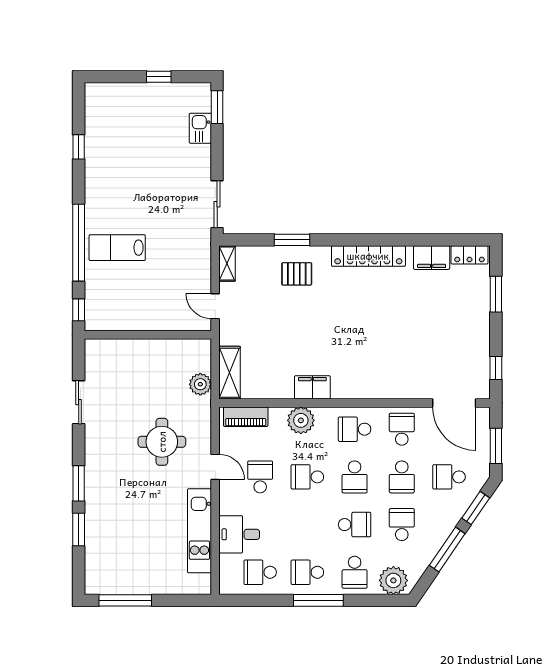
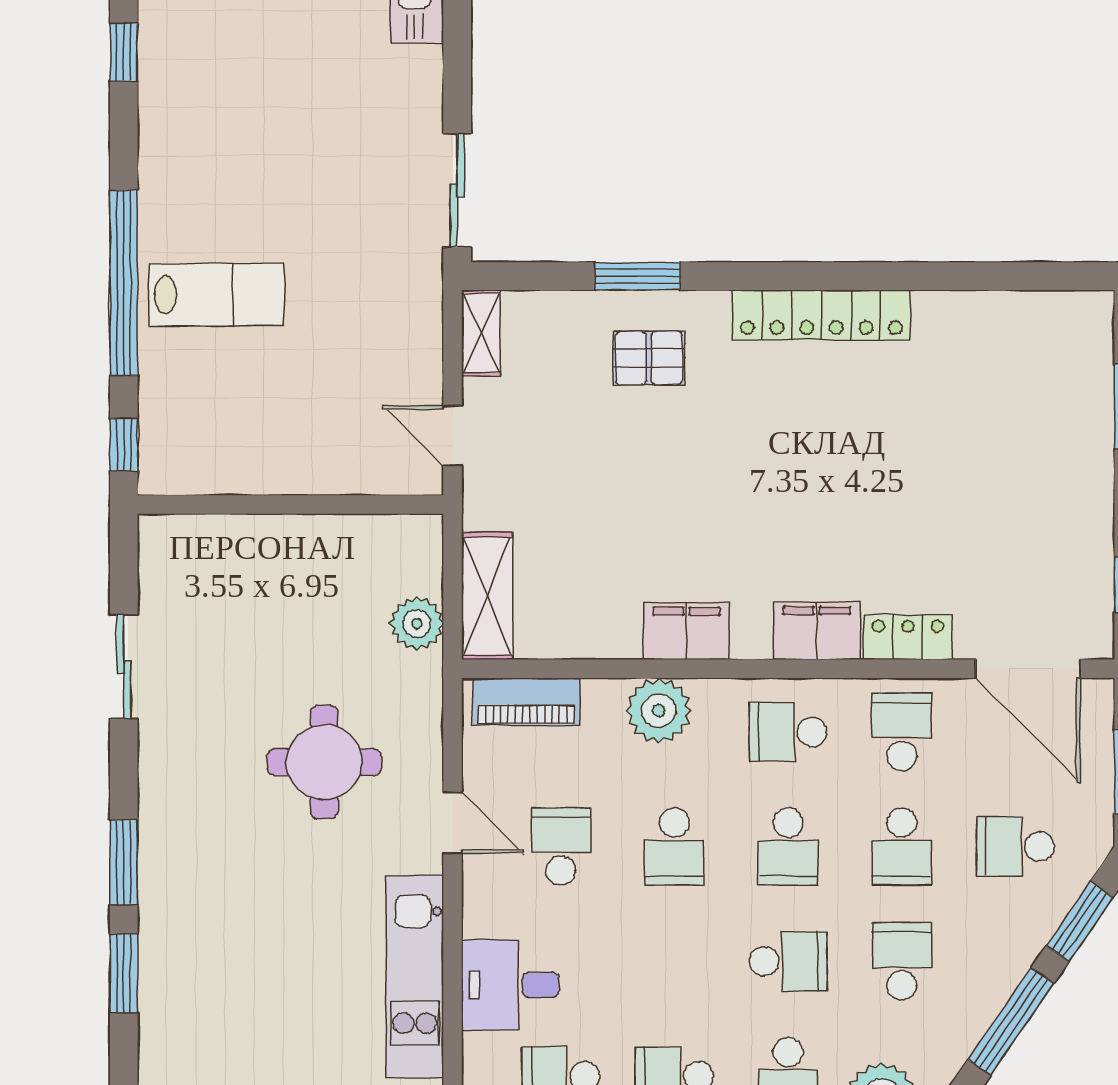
lab bench: (117, 248) -> (217, 295), turned 180
locker: (469, 255) -> (908, 637), moved, turned 180
filing cabinet: (432, 258) -> (817, 631), moved, turned 180
school desk: (307, 477) -> (674, 847), turned -90

